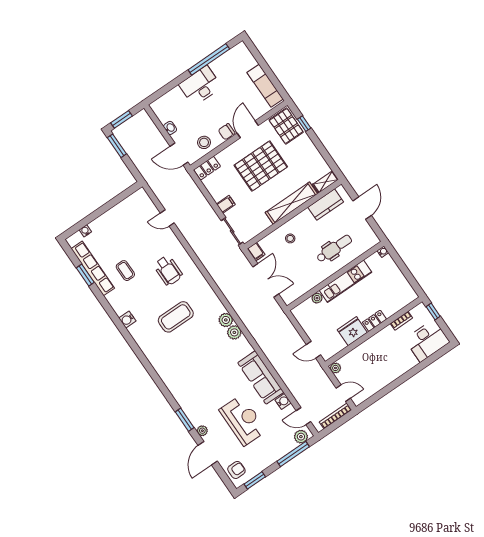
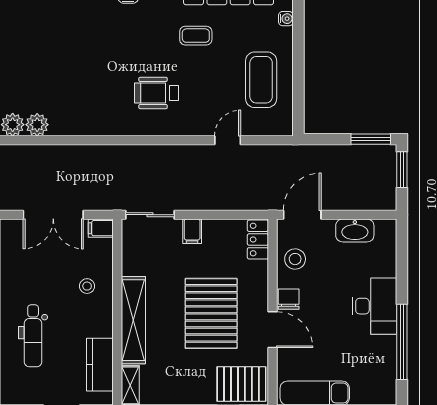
washbasin: (170, 128) -> (355, 230), width x1.91, depth x1.45
coffee table: (176, 317) -> (261, 80), moved

